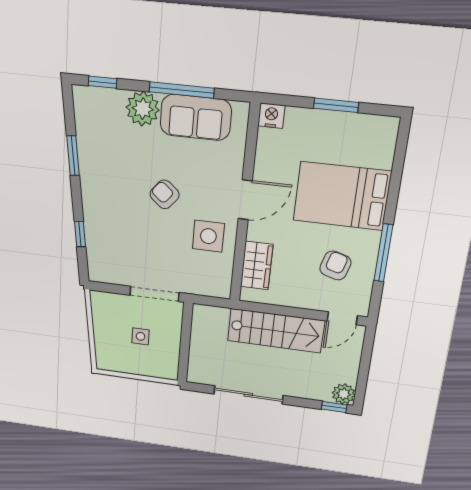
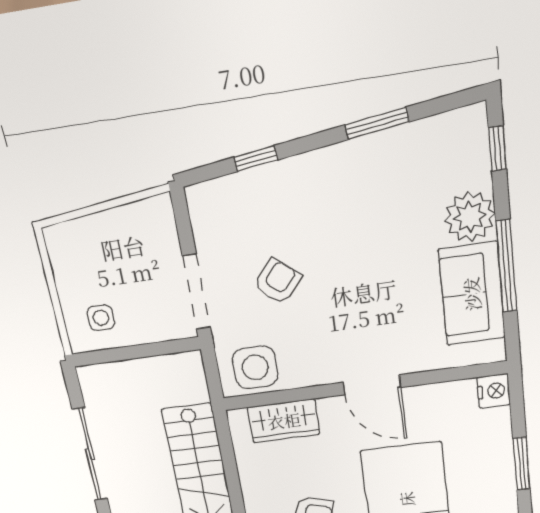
armchair: (165, 194) -> (278, 281), moved
side table: (208, 236) -> (255, 367), moved
side table: (141, 336) -> (101, 318), moved

